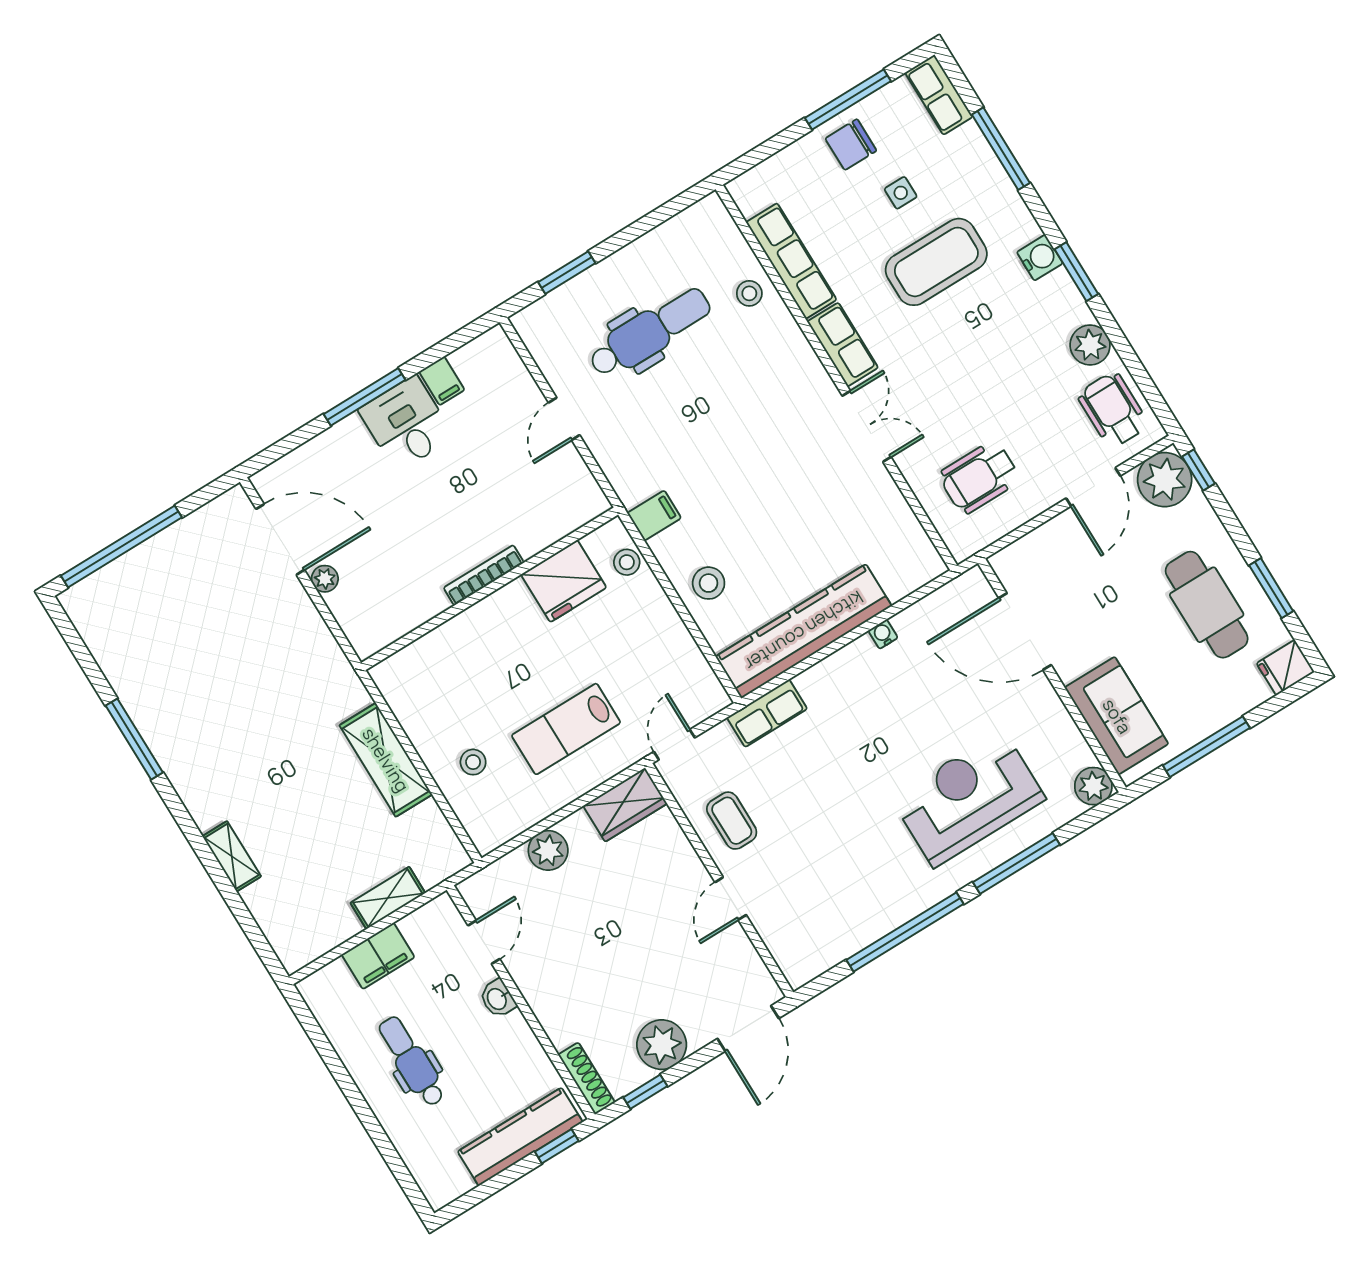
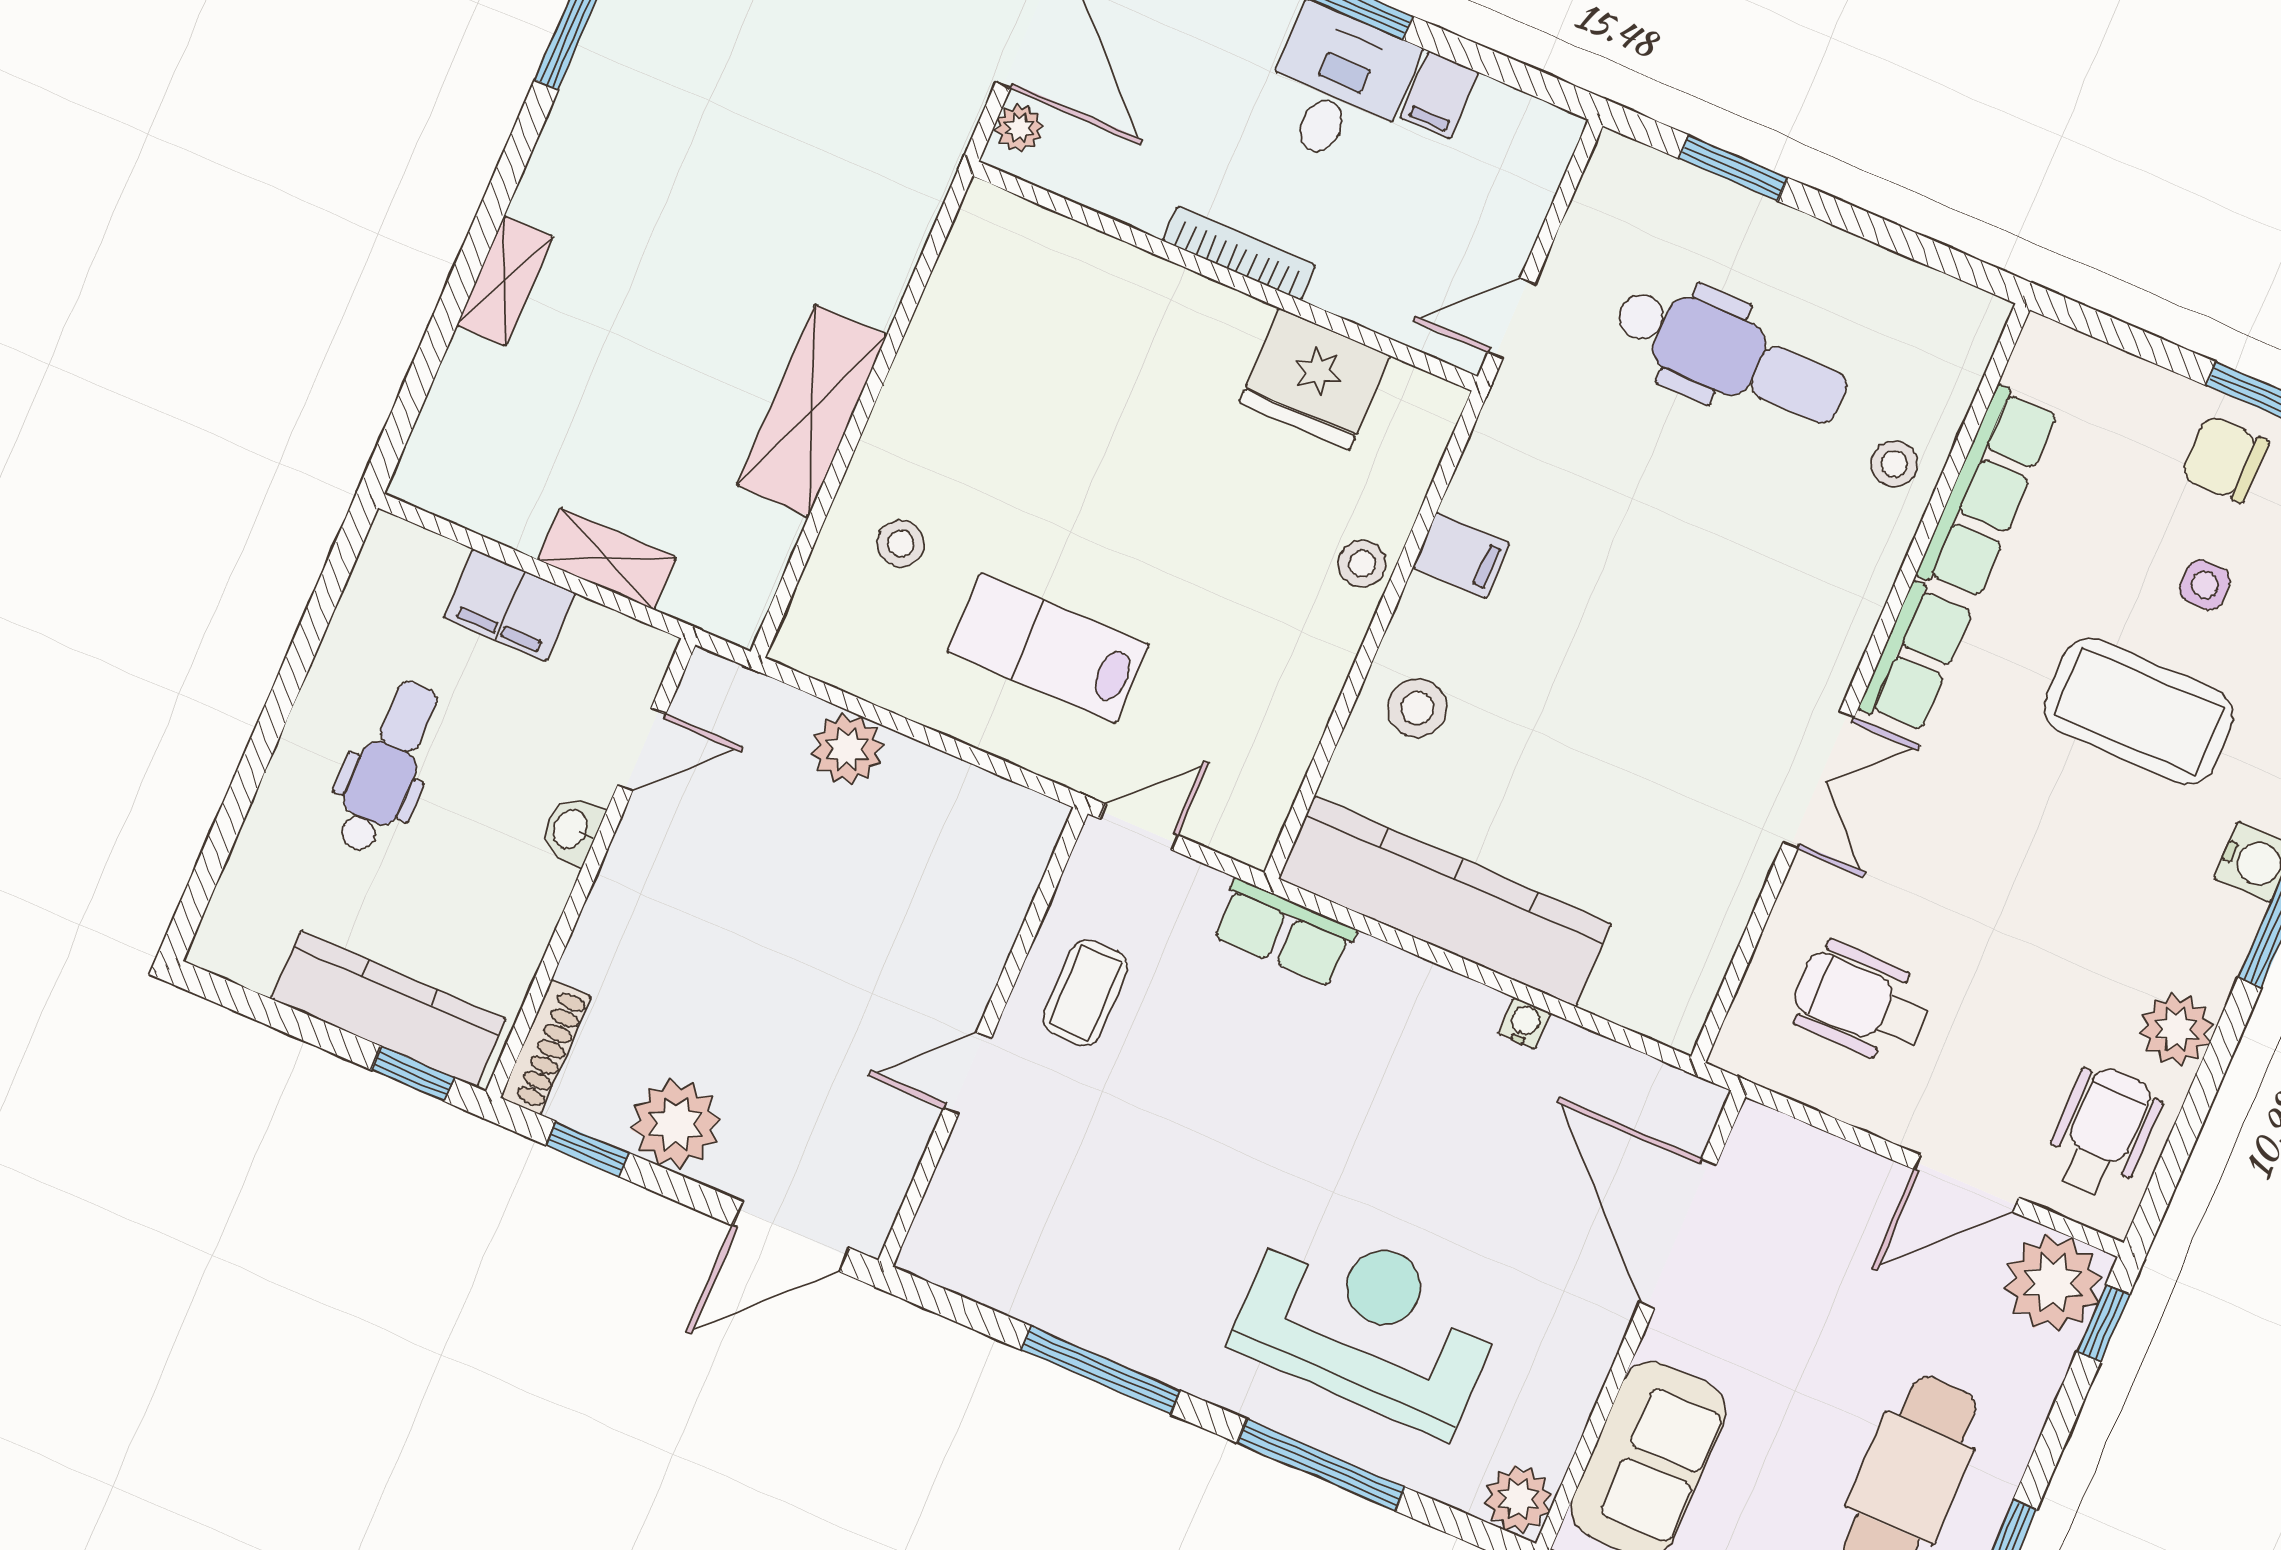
bookcase: (484, 575) -> (1239, 253), moved
fridge: (564, 581) -> (1315, 379), moved
wall: (490, 589) -> (1225, 276), moved
wardrobe: (625, 805) -> (997, 816), removed
window: (905, 932) -> (1101, 1370), width x0.68

